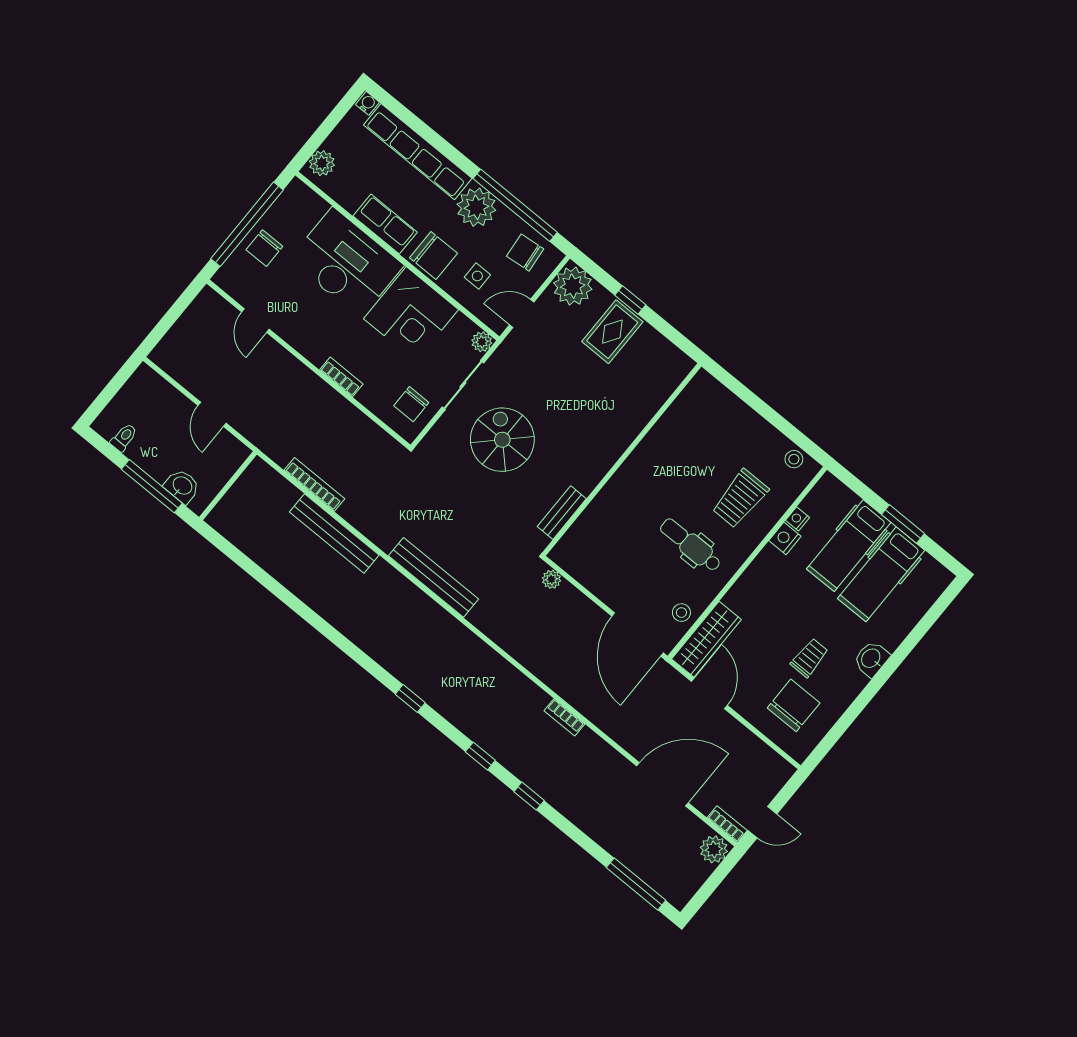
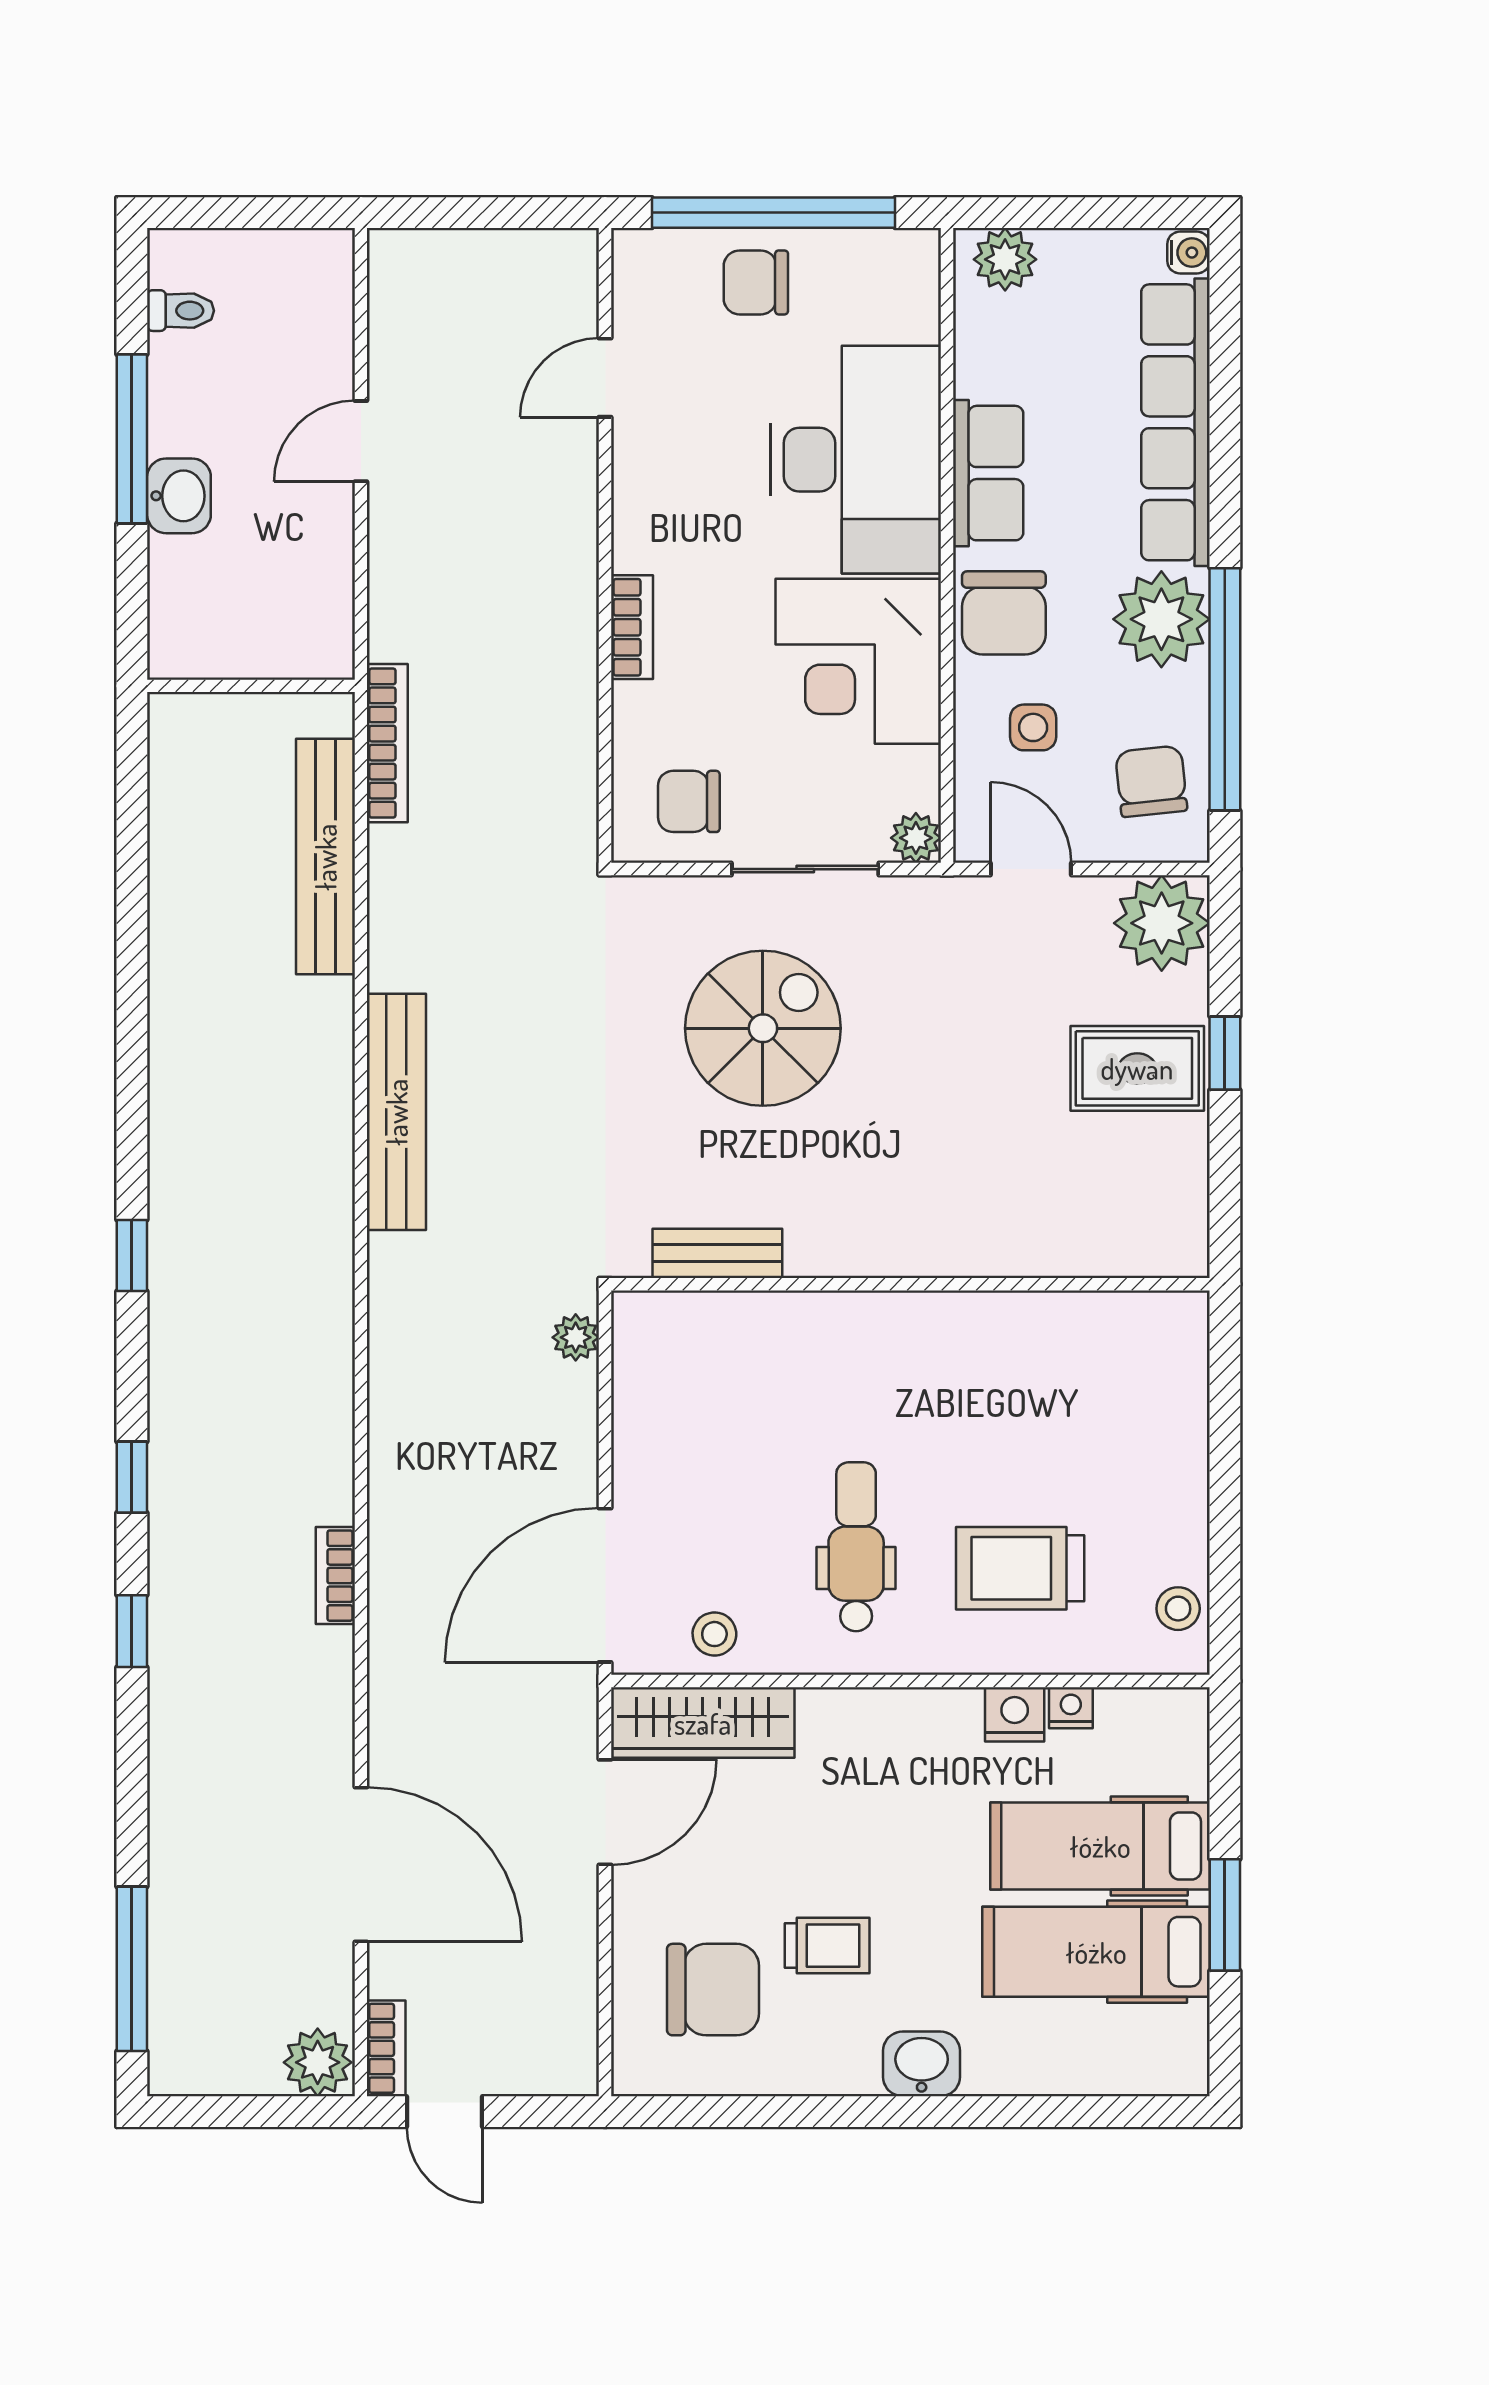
wall: (228, 486) -> (251, 686), moved

